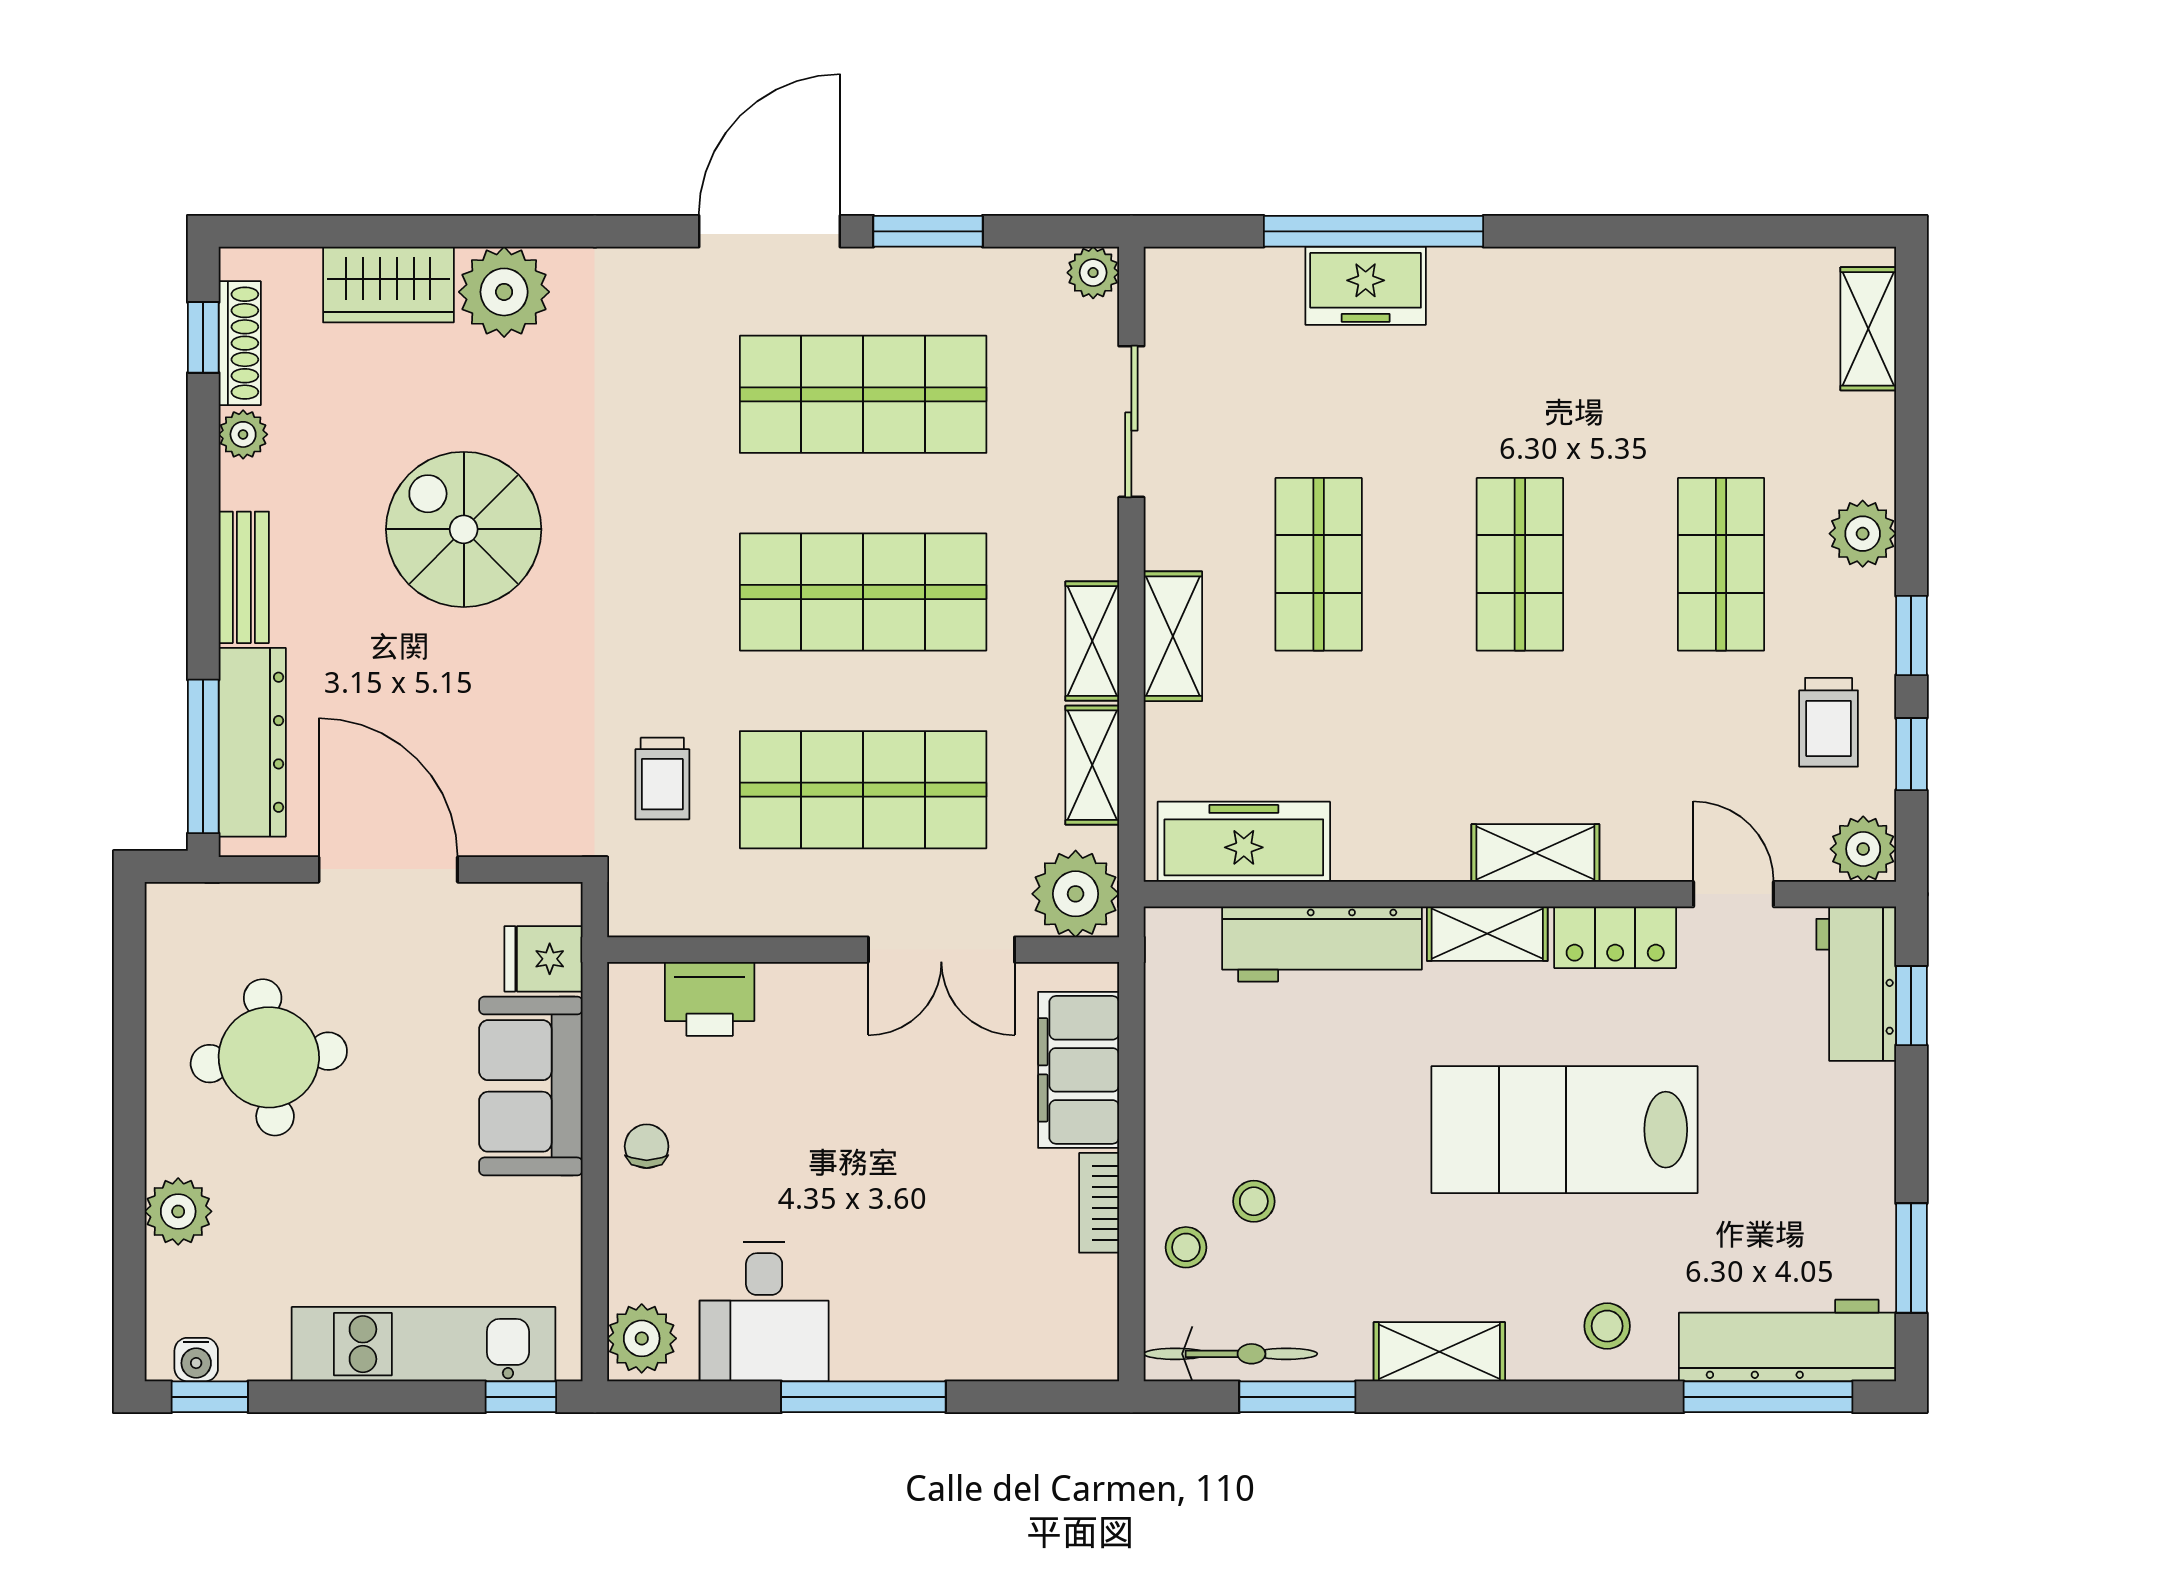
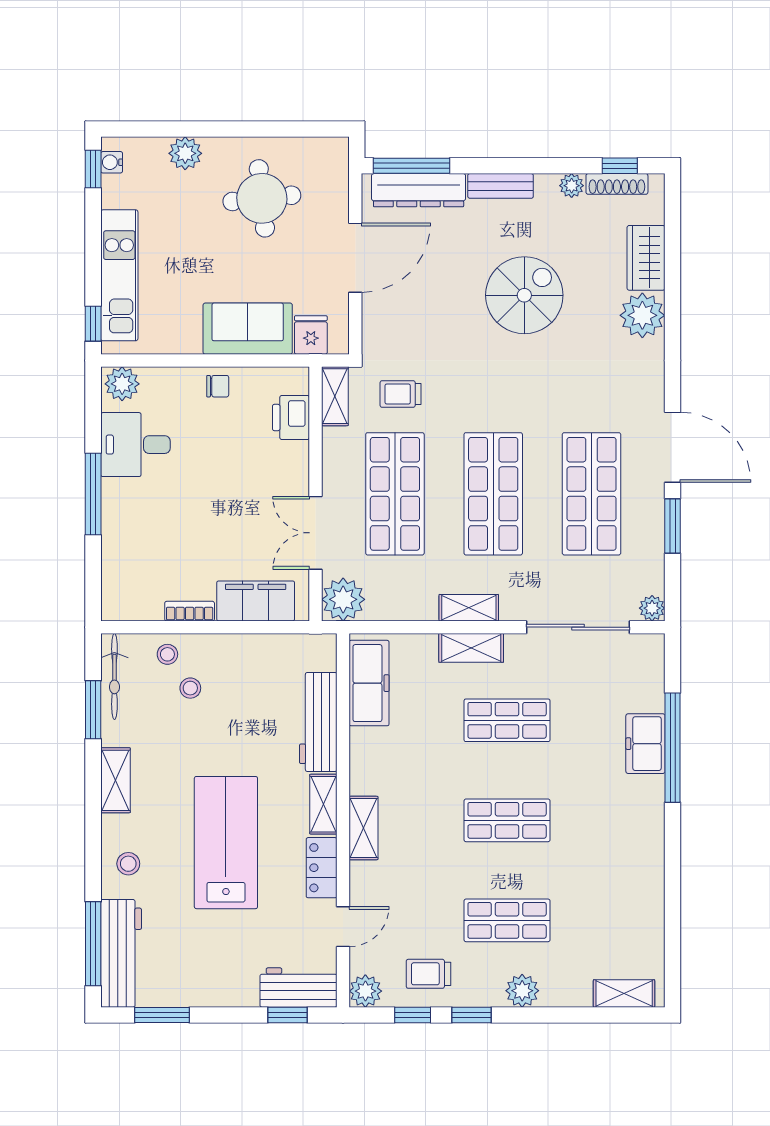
sliding door: (1131, 422) -> (578, 627), width x1.37
shelving: (1092, 765) -> (335, 396), moved, turned 90

